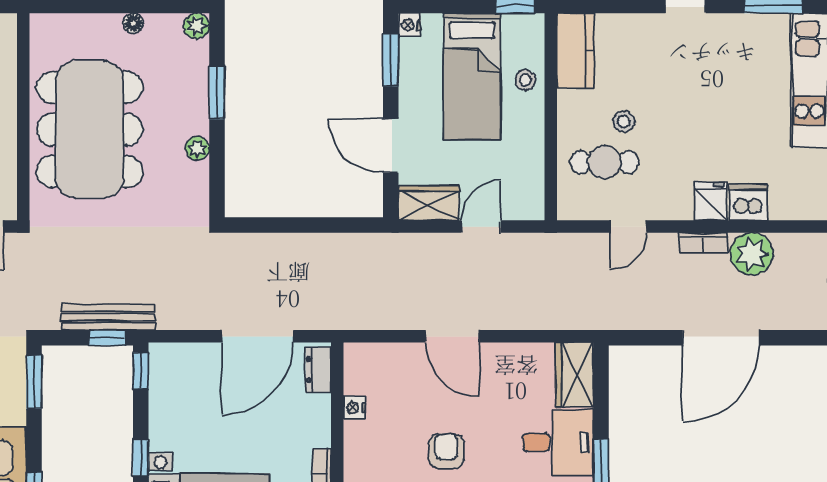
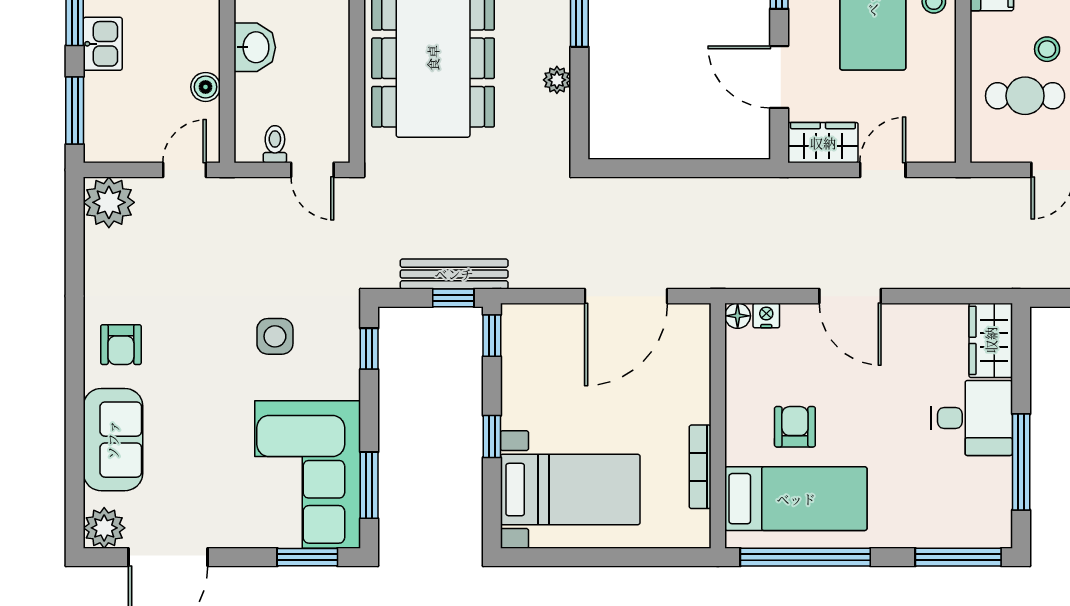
floor lamp: (354, 353) -> (738, 316), added
dresser: (318, 370) -> (696, 334), removed
window: (34, 382) -> (369, 349), width x0.67
nightstand: (354, 408) -> (766, 316), moved, turned 90
armchair: (446, 451) -> (795, 427), moved

